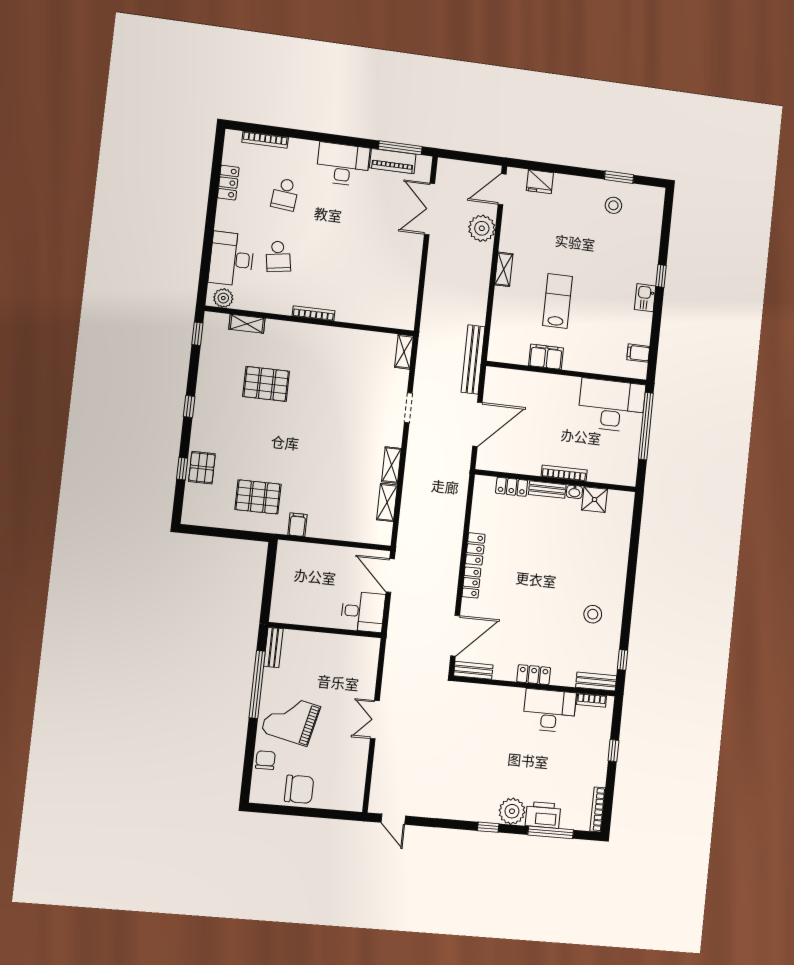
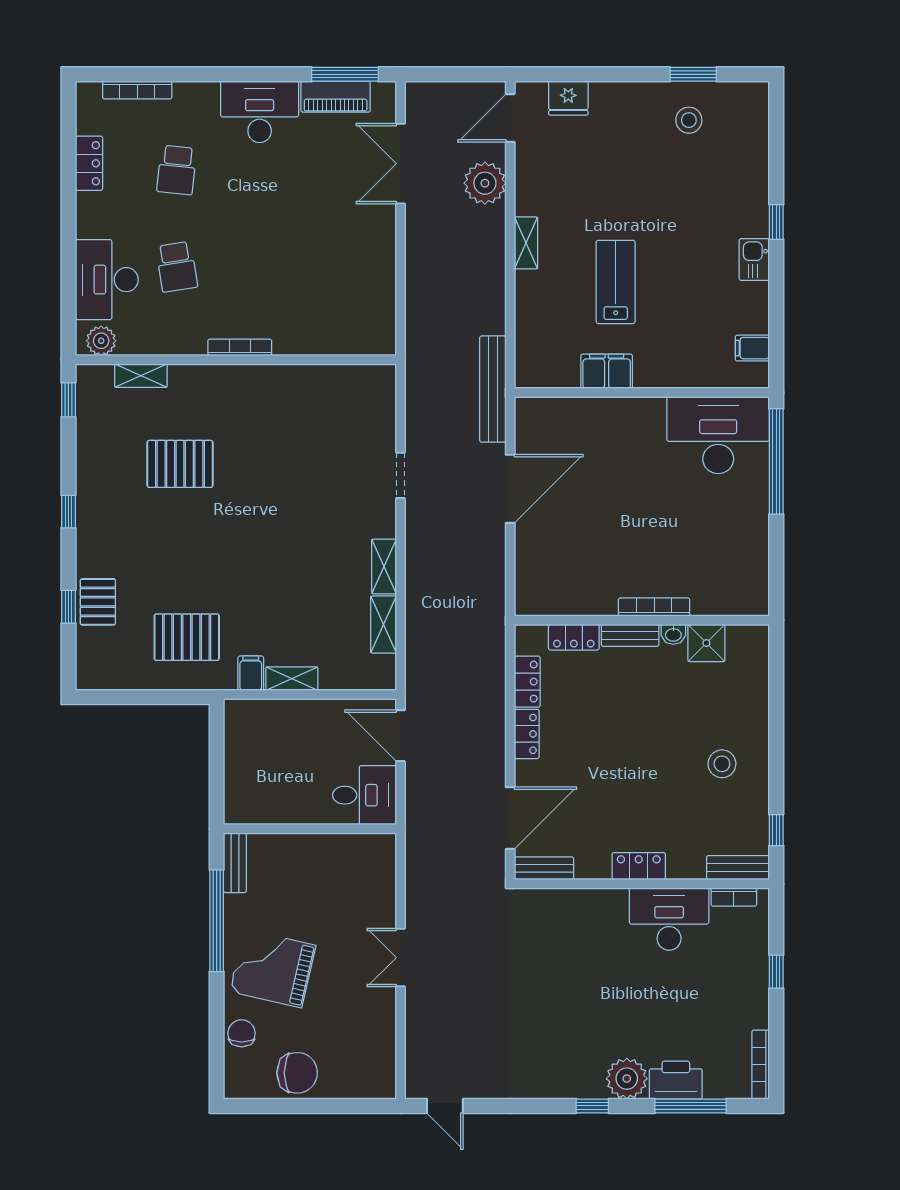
shelving: (404, 352) -> (292, 679), moved, turned 90
bookcase: (564, 473) -> (654, 607), moved
wall: (556, 481) -> (642, 620), moved
locker: (512, 487) -> (574, 637), moved
bench: (547, 490) -> (630, 635), moved
washbasin: (574, 492) -> (673, 634), moved
shower: (595, 500) -> (706, 643), moved

